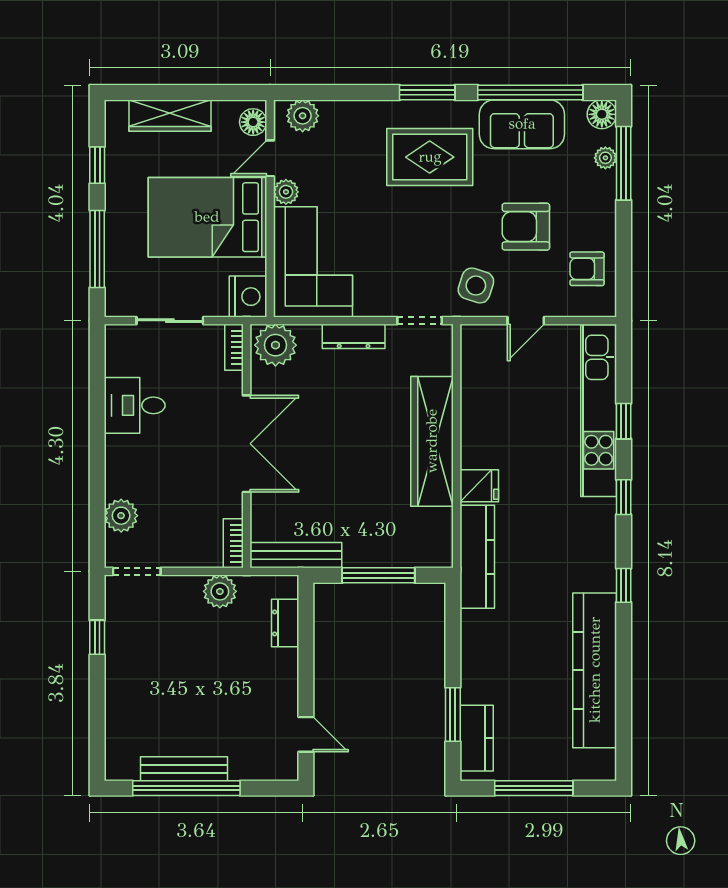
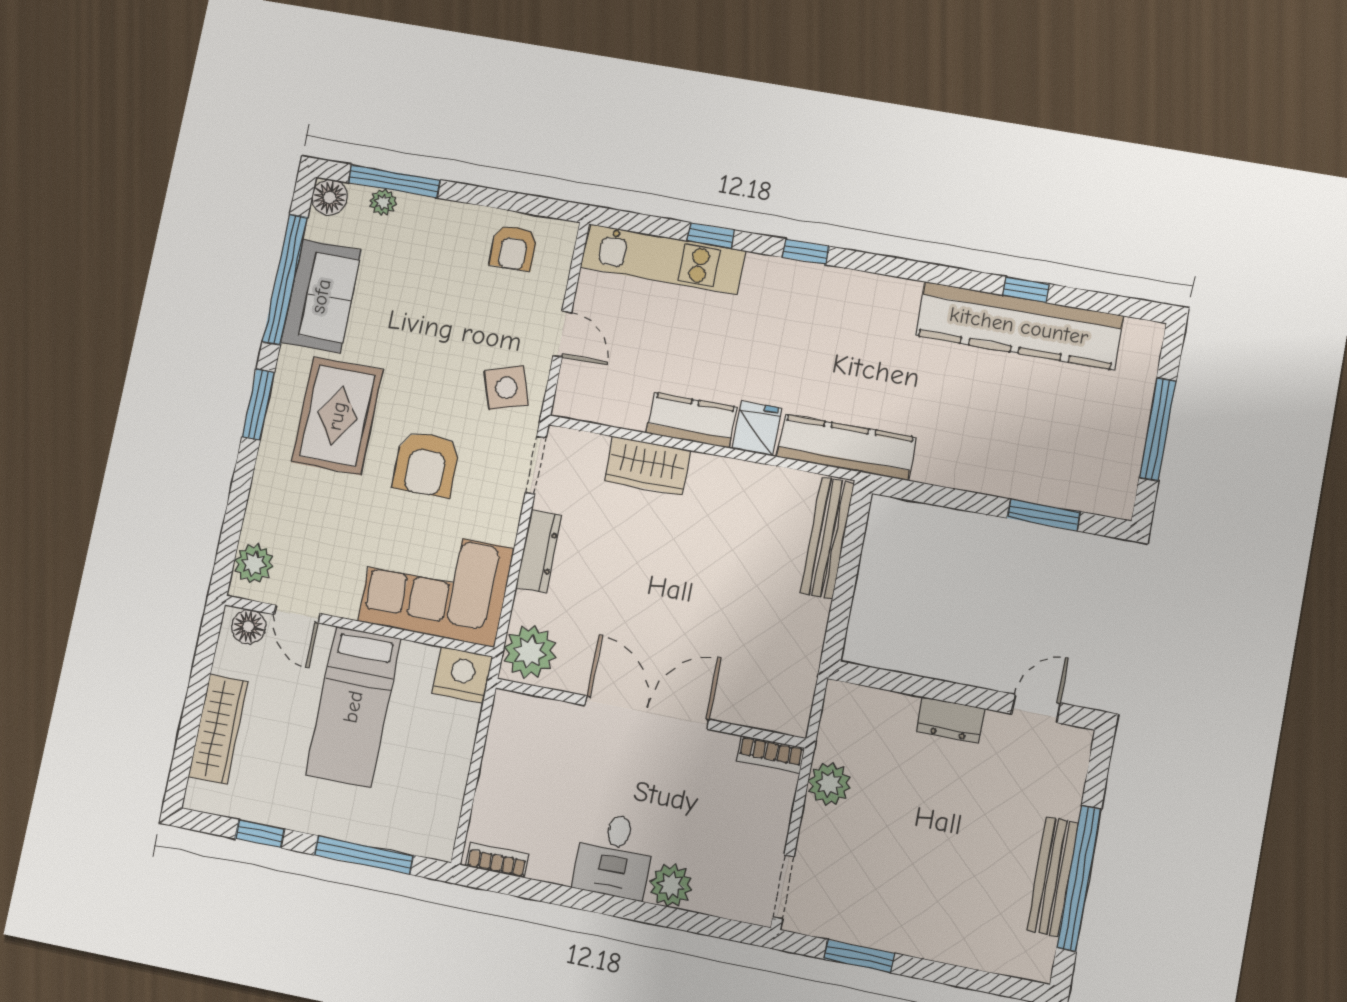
plant: (286, 192) -> (342, 602), removed
bed: (207, 217) -> (353, 707), width x0.67
armchair: (526, 227) -> (426, 464), moved
side table: (476, 286) -> (506, 388), turned -36
sliding door: (170, 321) -> (472, 780), removed
bookcase: (234, 347) -> (497, 860), moved, turned 180
desk: (135, 405) -> (614, 856), moved
kitchen unit: (599, 411) -> (663, 259), width x0.73
wardrobe: (432, 441) -> (648, 466), width x0.48, depth x0.85
plant: (121, 516) -> (671, 885), moved
bench: (296, 555) -> (827, 538), moved
window: (378, 575) -> (847, 577), removed
window: (624, 585) -> (1026, 290), moved
dresser: (285, 623) -> (950, 720), moved
window: (97, 637) -> (859, 956), width x1.50
kitchen counter: (477, 738) -> (692, 420), moved

